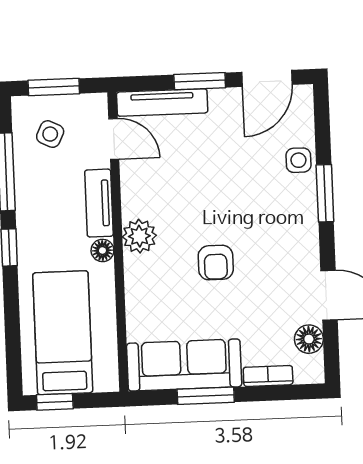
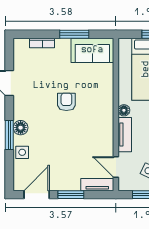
tv unit: (162, 102) -> (97, 185), width x0.71
plant: (139, 236) -> (105, 117), removed
floor lamp: (309, 339) -> (21, 128), moved
sofa: (184, 365) -> (92, 50), width x0.73

